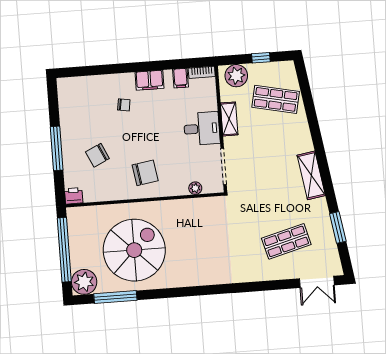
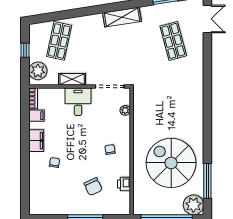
chair: (145, 173) -> (110, 150), width x0.54, depth x0.54
printer: (74, 196) -> (124, 184), moved

